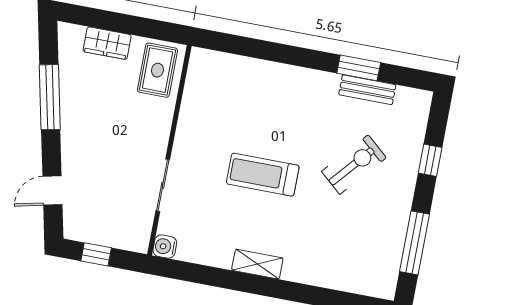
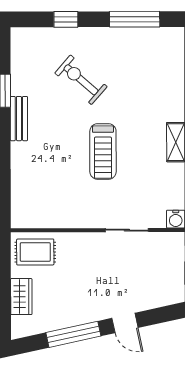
bench: (367, 90) -> (19, 119), moved
door: (52, 191) -> (125, 323), moved

